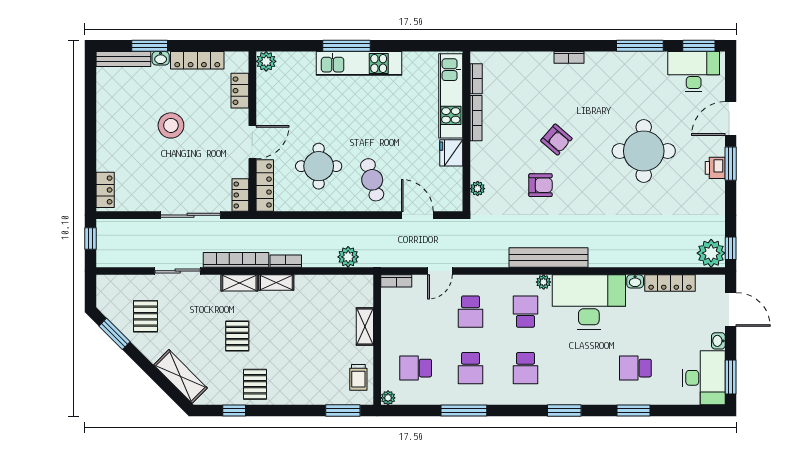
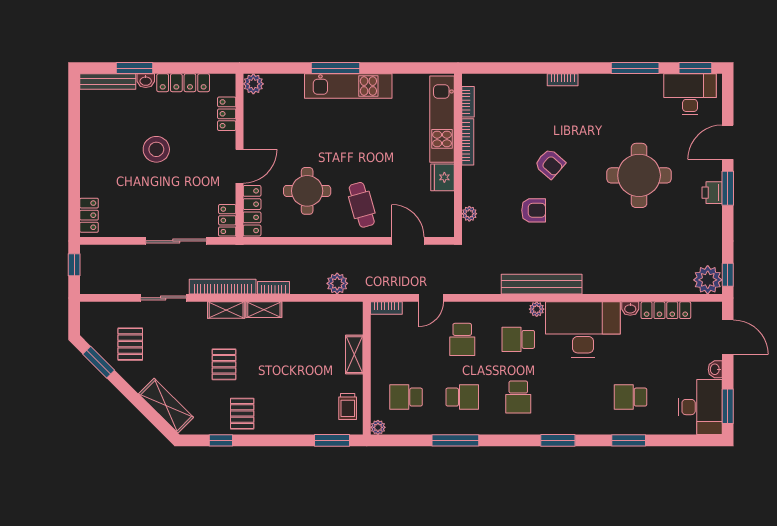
school desk: (525, 312) -> (518, 339), turned -90
school desk: (471, 368) -> (462, 397), turned -90

